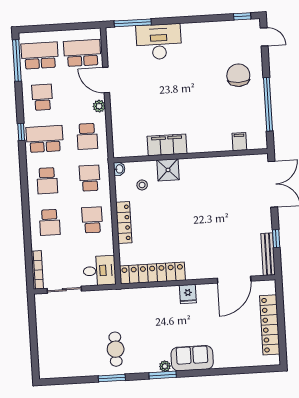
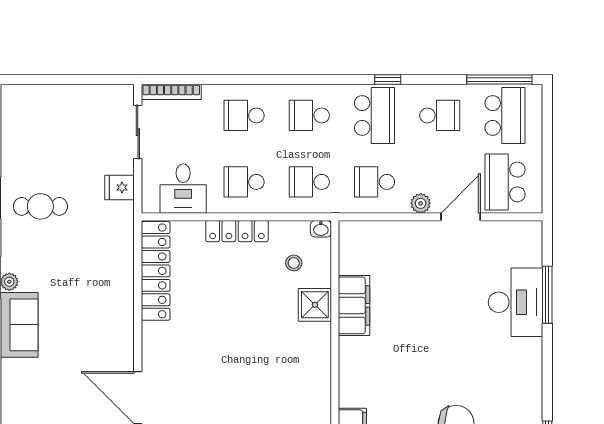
window: (133, 23) -> (547, 295), moved
school desk: (82, 53) -> (505, 182), turned 180
school desk: (90, 178) -> (309, 182), turned 180
school desk: (92, 220) -> (244, 182), turned 180
desk: (99, 271) -> (183, 188), moved
fridge: (188, 294) -> (120, 187), moved

